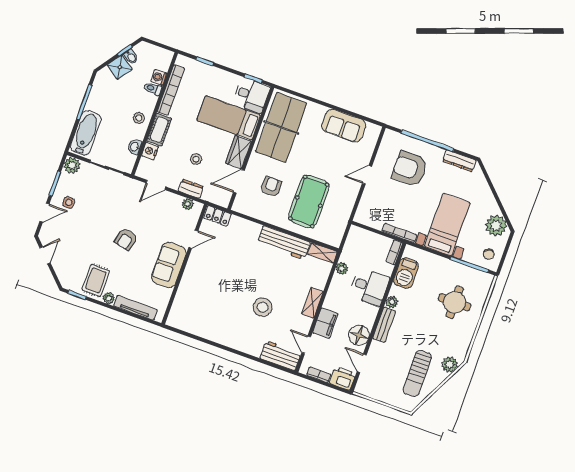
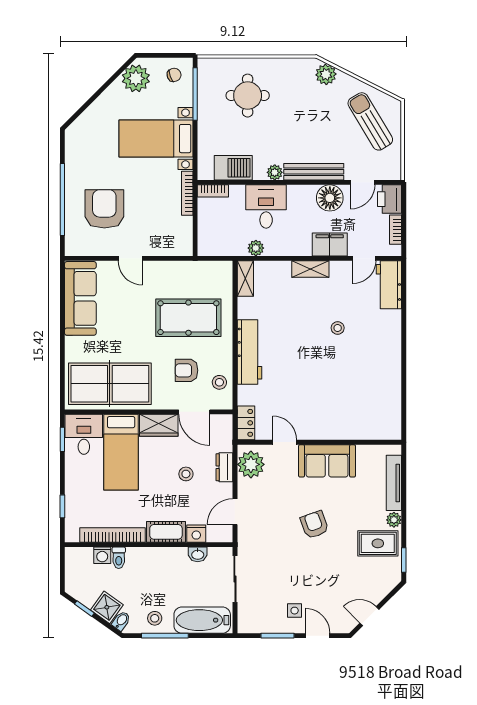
bidet: (131, 57) -> (121, 621), moved
stool: (139, 118) -> (155, 618), moved
sofa: (344, 126) -> (80, 298), width x1.36
dresser: (459, 161) -> (73, 152), removed
plant: (72, 165) -> (248, 623), removed
armchair: (410, 169) -> (104, 209), turned 180
door: (156, 185) -> (235, 512), swing flipped
plant: (188, 204) -> (251, 464), width x1.87, depth x1.87
stool: (254, 207) -> (219, 382), added
armchair: (126, 239) -> (314, 525), turned -122
workbench: (284, 243) -> (249, 352), moved
stool: (263, 307) -> (338, 328), width x0.53, depth x0.53
bench: (384, 325) -> (314, 172), width x1.36
sun lounger: (417, 373) -> (370, 121), moved, turned -121

